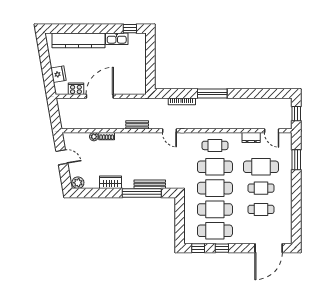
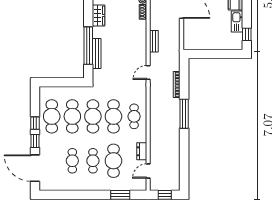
window: (198, 248) -> (35, 141), moved

